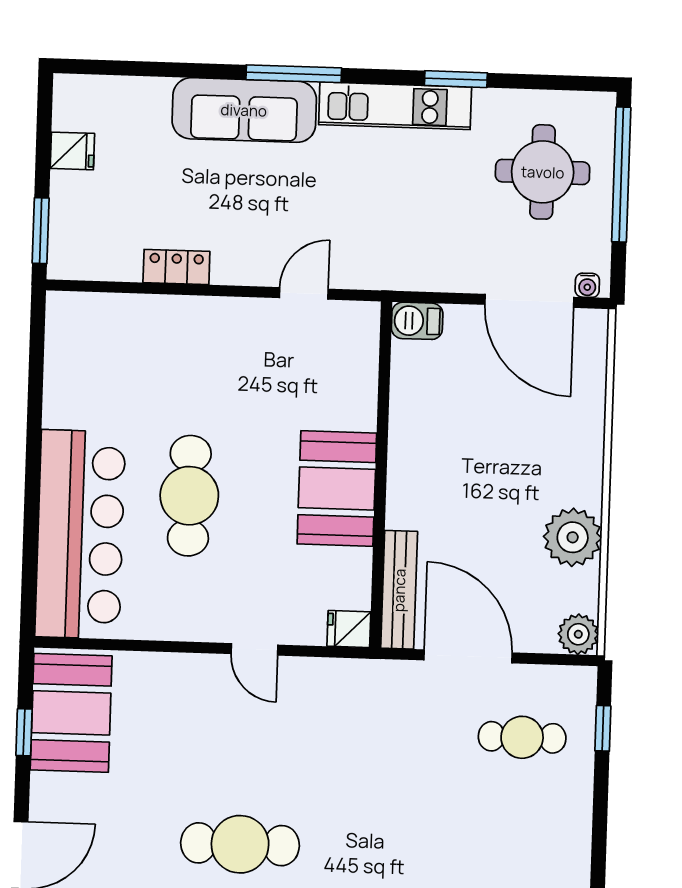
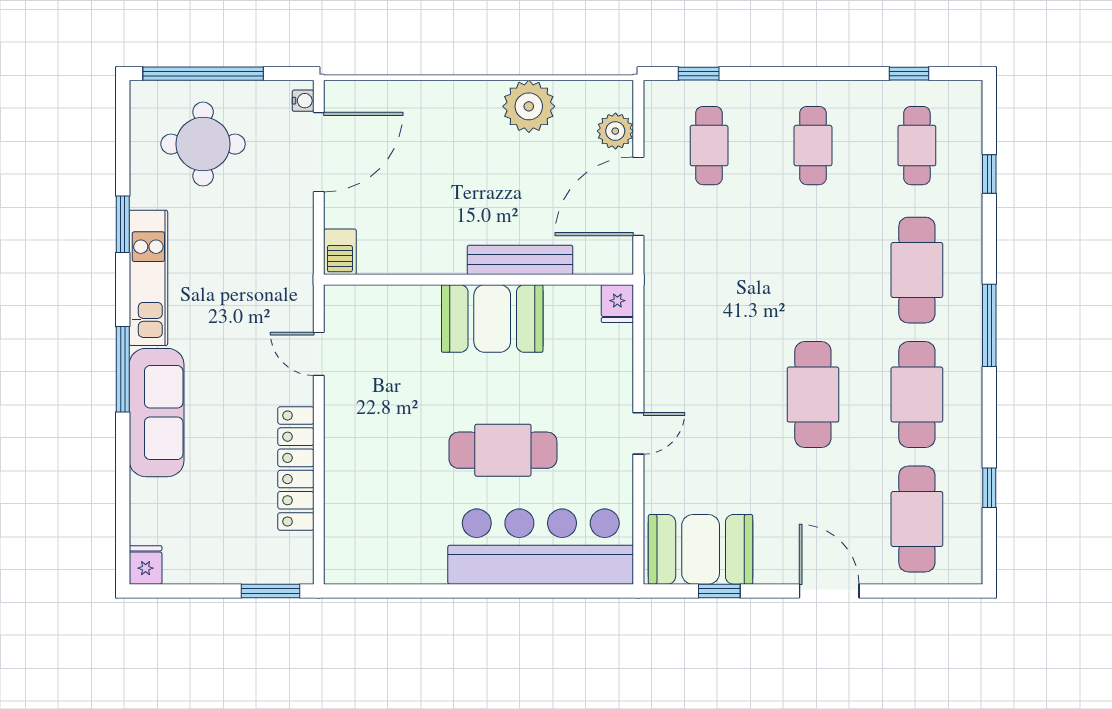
fridge: (72, 151) -> (146, 565), moved
locker: (176, 267) -> (296, 468), width x2.16, depth x1.21
bench: (399, 590) -> (520, 260), moved
plant: (578, 634) -> (615, 131), moved
door: (254, 649) -> (638, 433), moved
cafe table: (518, 853) -> (813, 146), added

